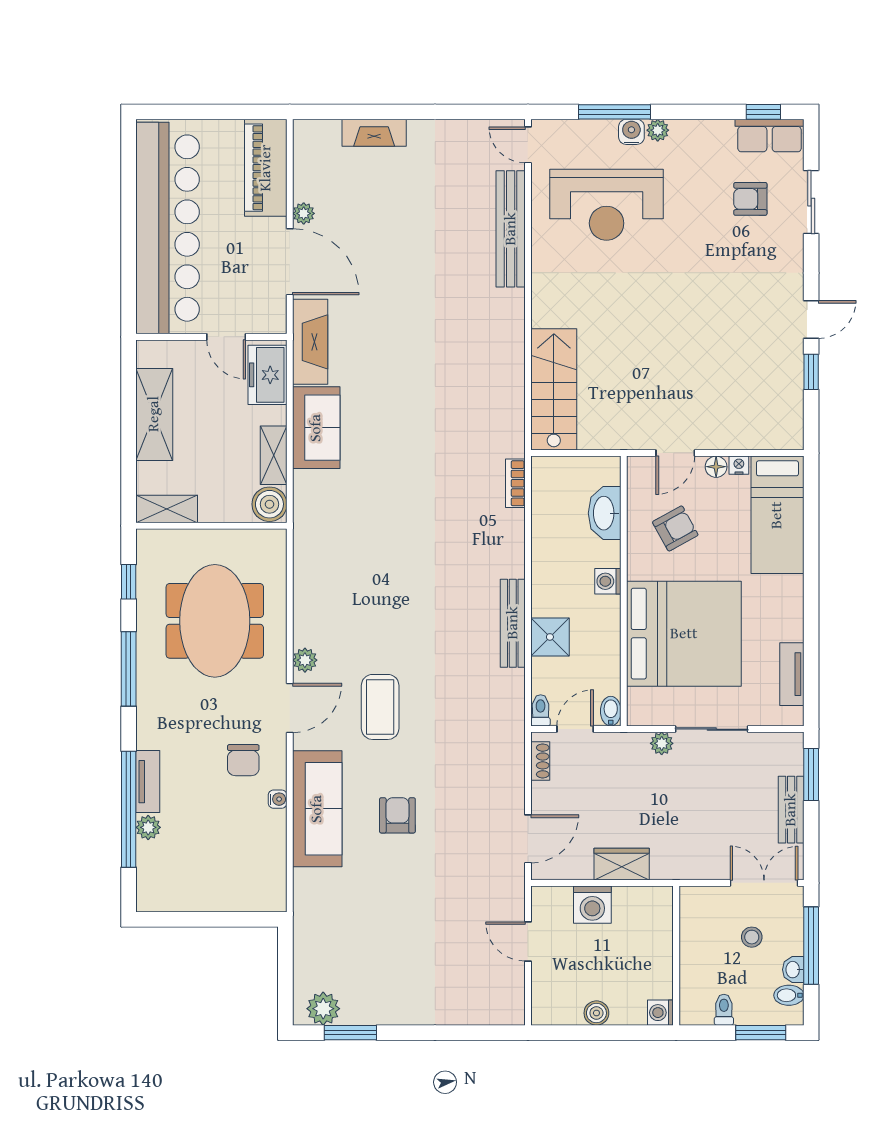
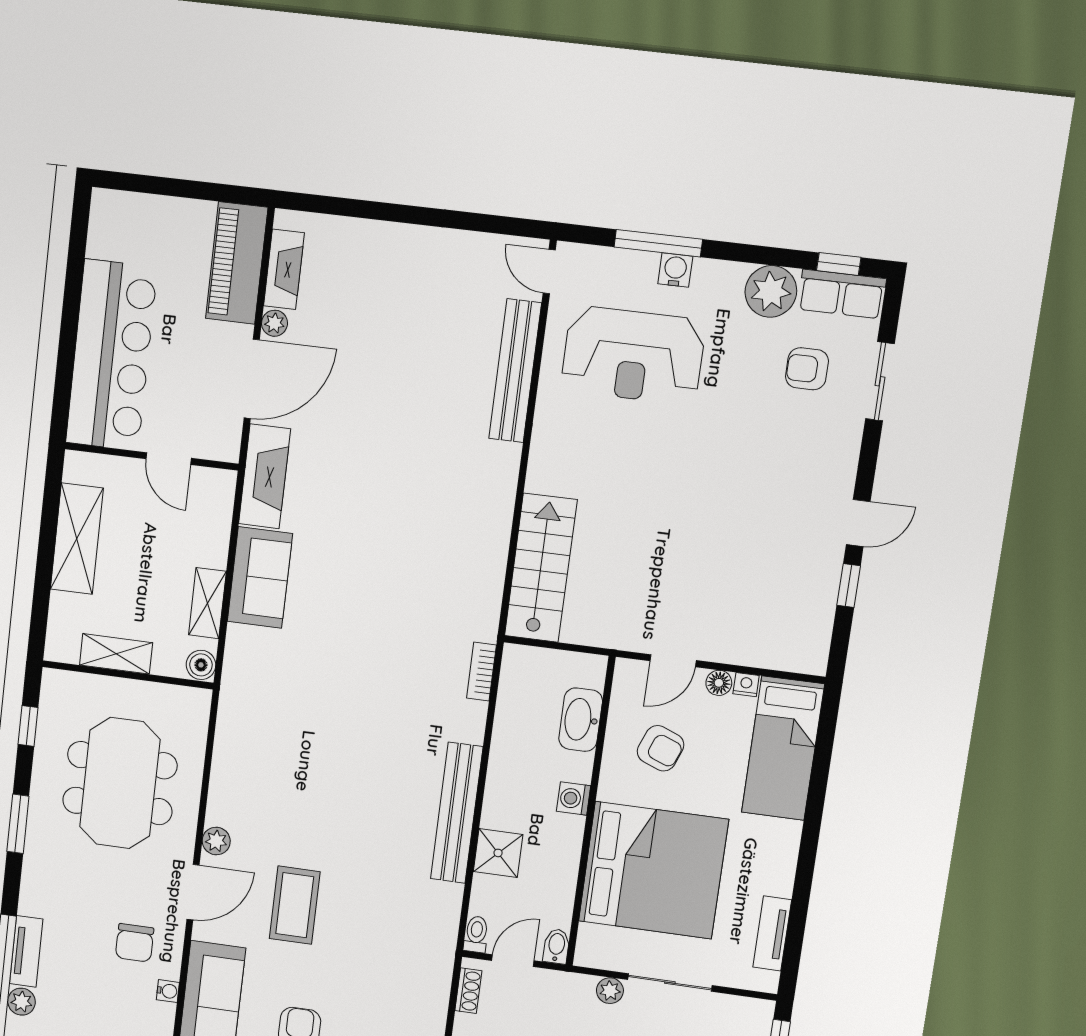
plant: (658, 130) -> (771, 291), moved, width x1.87, depth x1.87
fireplace: (374, 133) -> (284, 269), moved, turned -90
bar counter: (167, 228) -> (111, 355), width x0.73
door: (290, 262) -> (252, 379), hinge flipped
freezer: (267, 375) -> (211, 509), removed
boiler: (269, 504) -> (201, 665), width x0.73, depth x0.73
shelving: (167, 509) -> (116, 654), moved
armchair: (675, 528) -> (661, 748), turned 50
bench: (513, 623) -> (457, 813), width x1.37, depth x1.21
window: (129, 669) -> (18, 824), width x0.69

